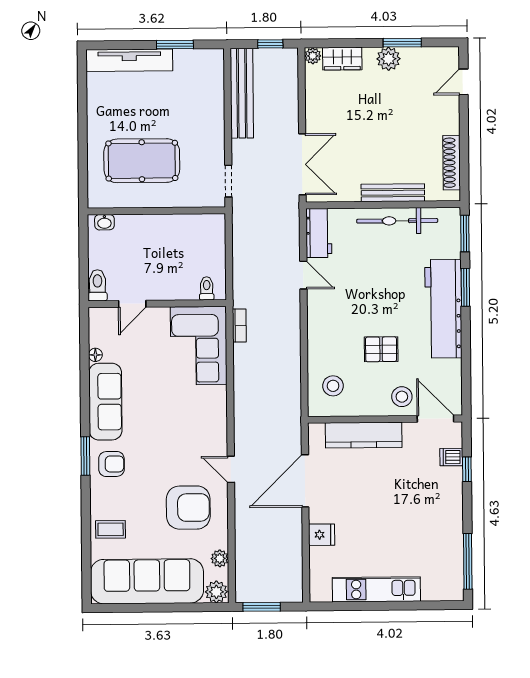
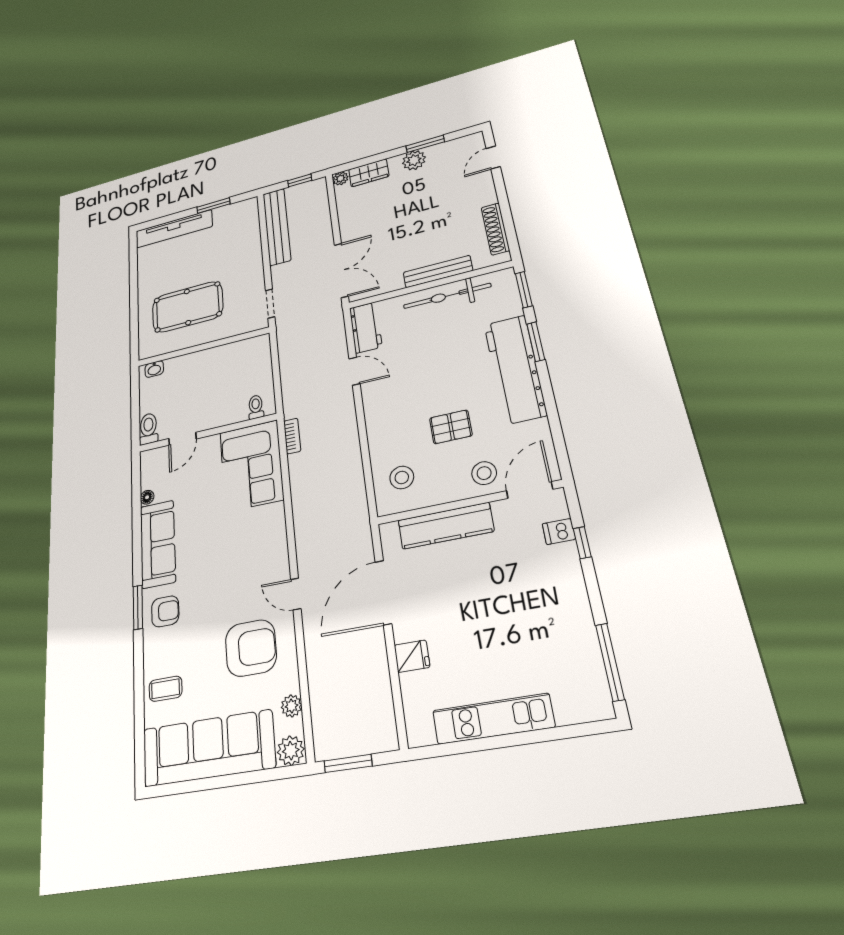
door: (435, 419) -> (530, 490), hinge flipped

